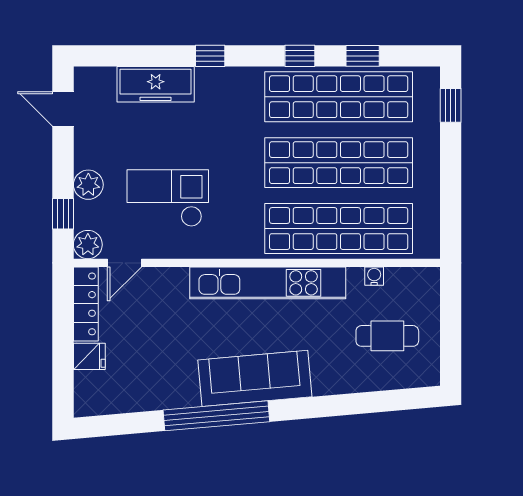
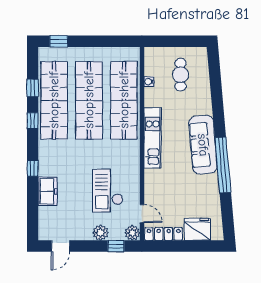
freezer: (156, 84) -> (48, 191), width x0.71
kitchen unit: (268, 283) -> (153, 138), width x0.73
fridge: (89, 356) -> (198, 229), width x1.88, depth x1.34

